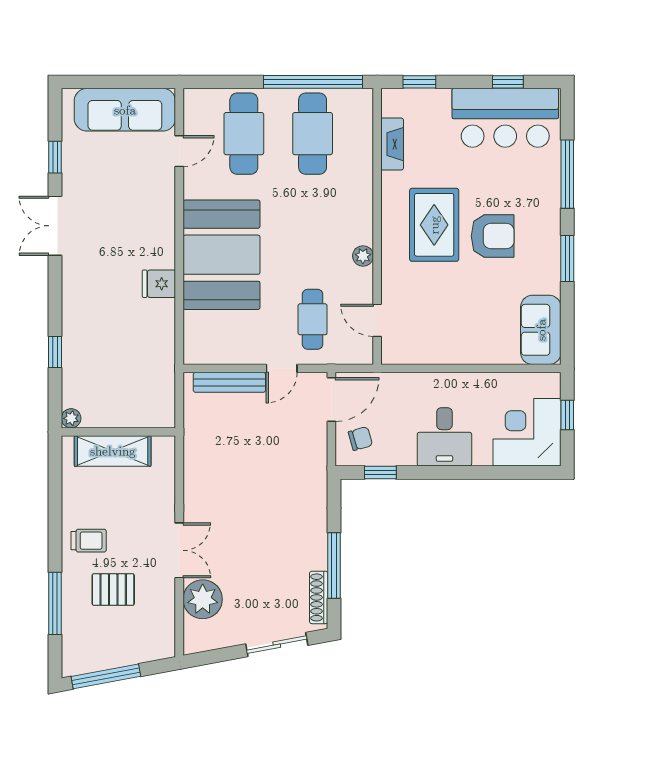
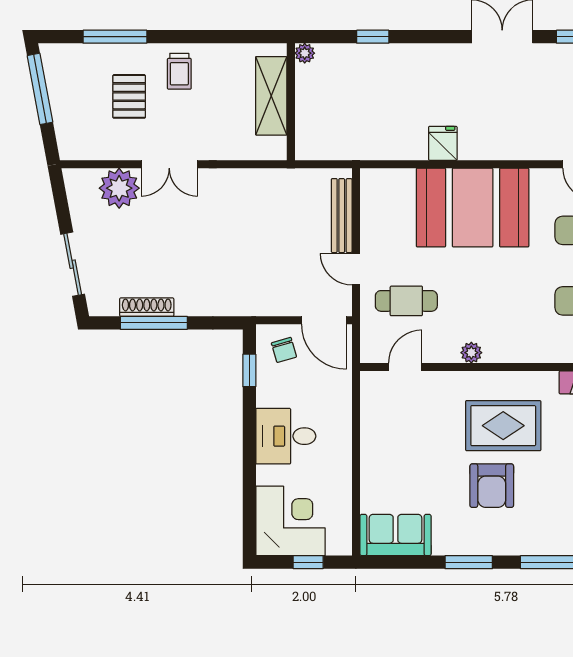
shoe rack: (319, 597) -> (147, 307), moved

